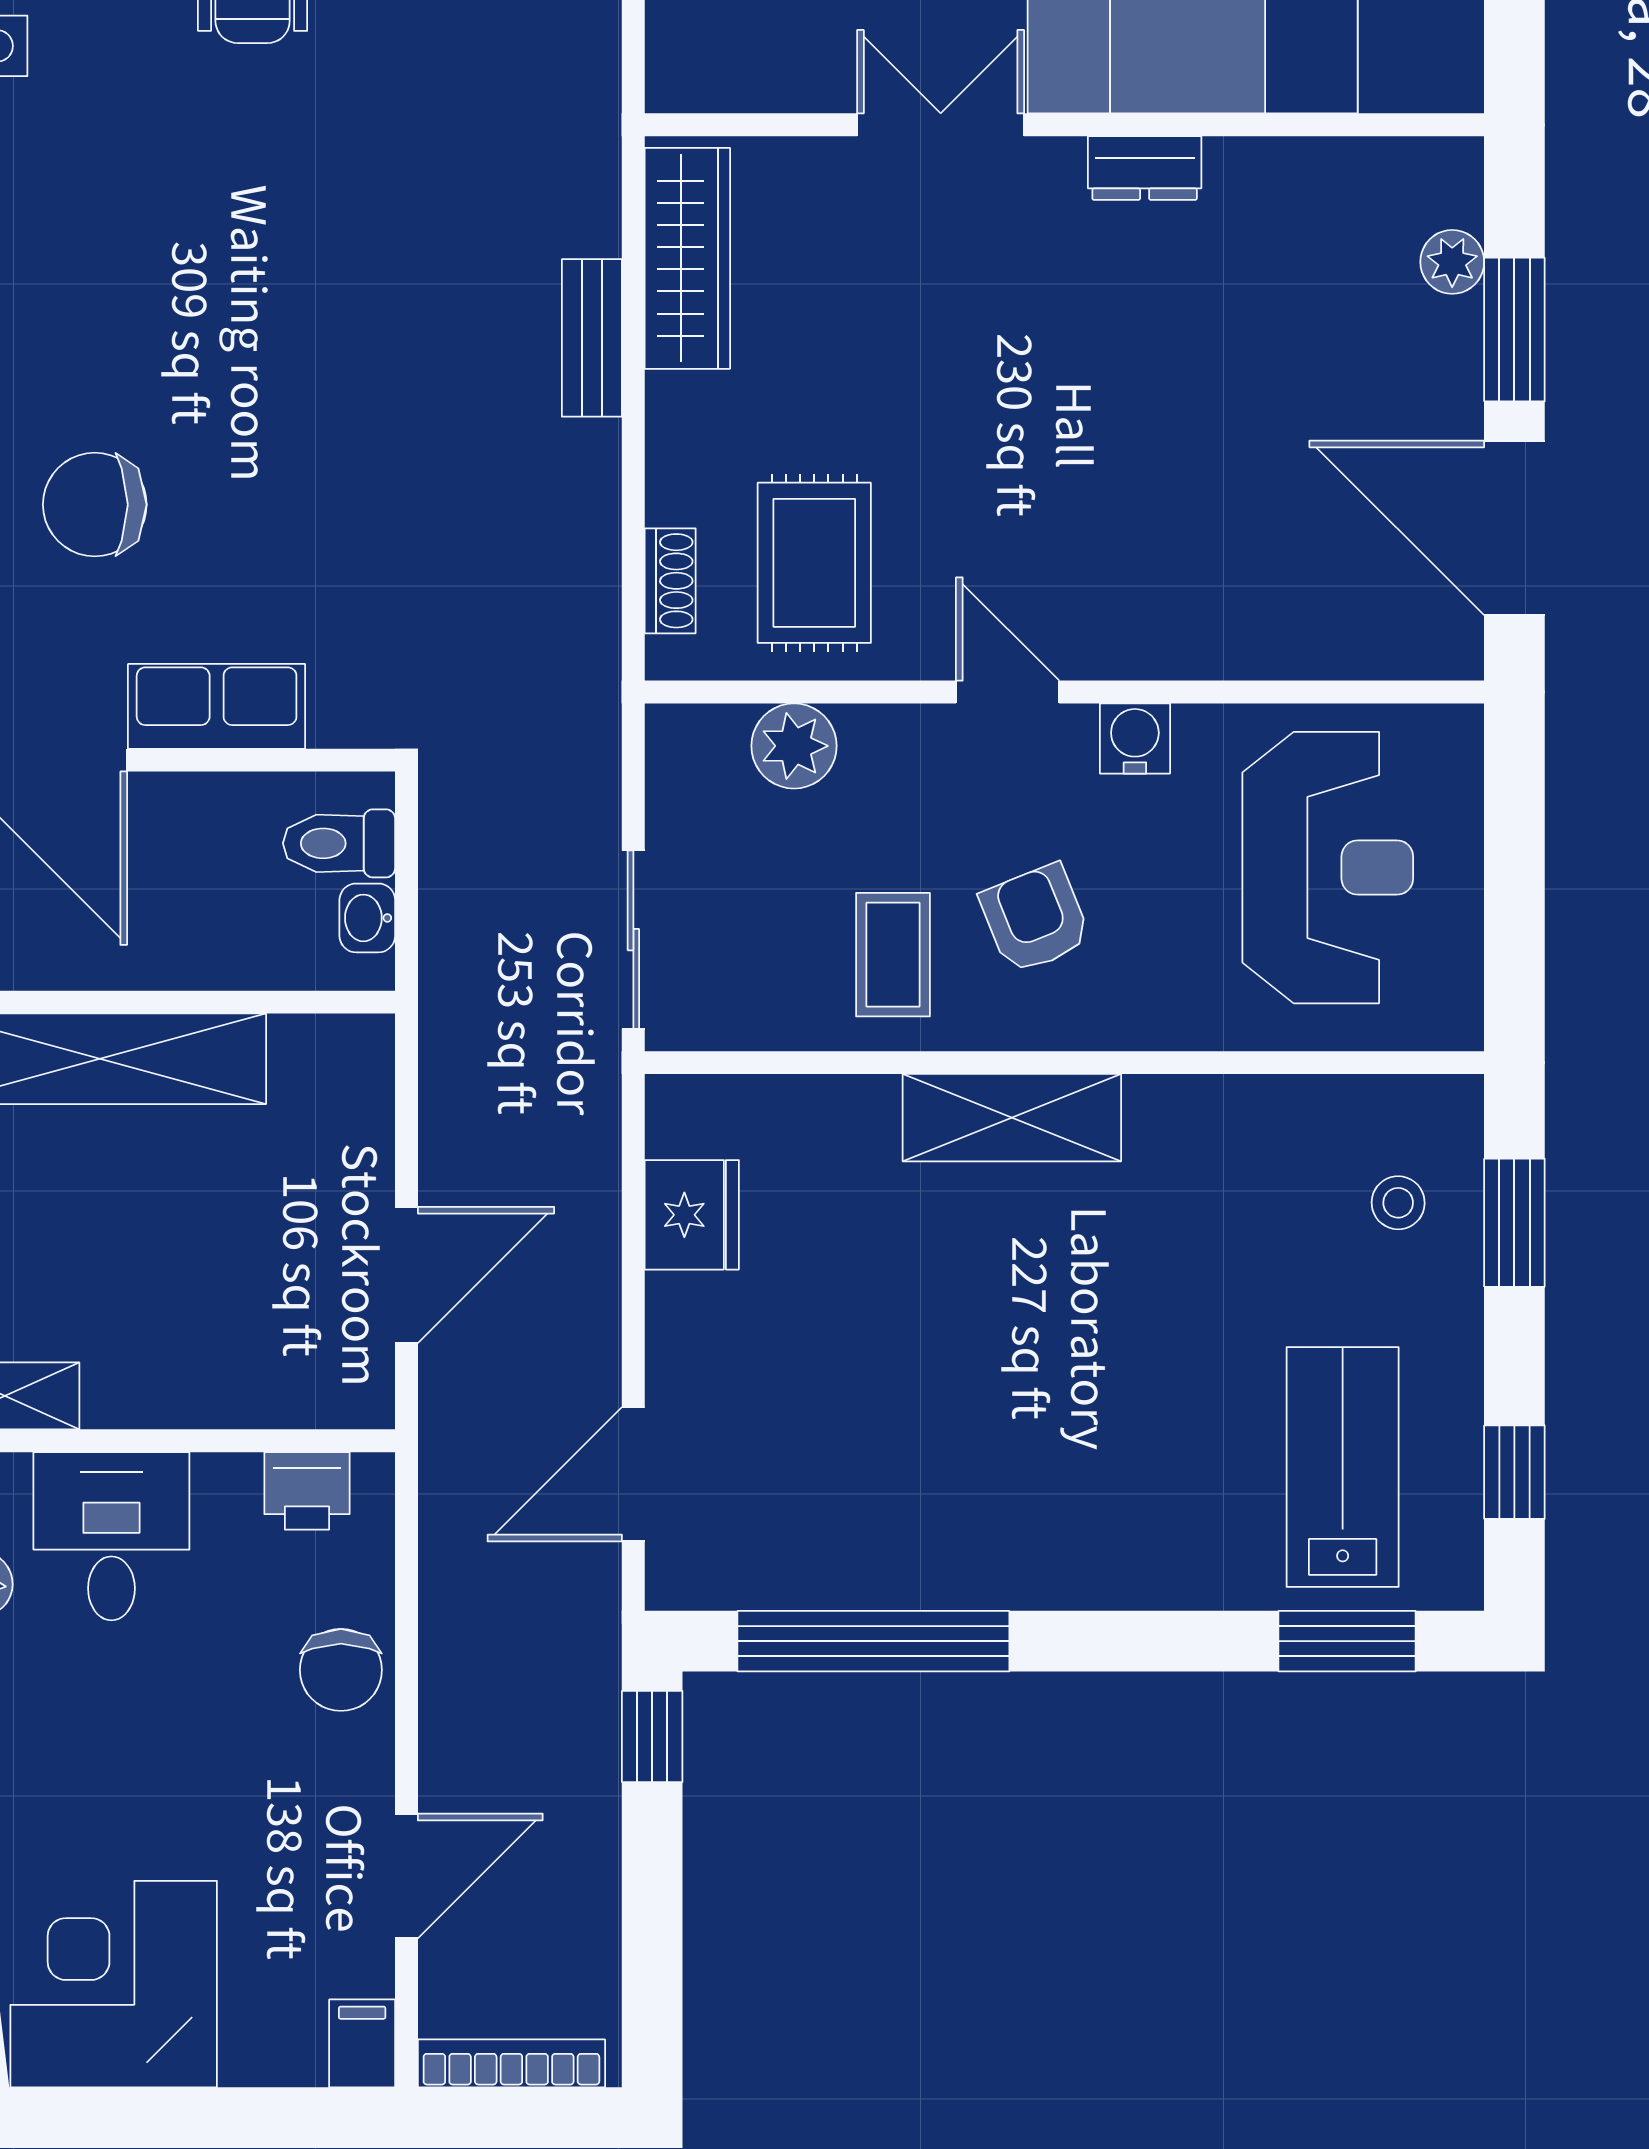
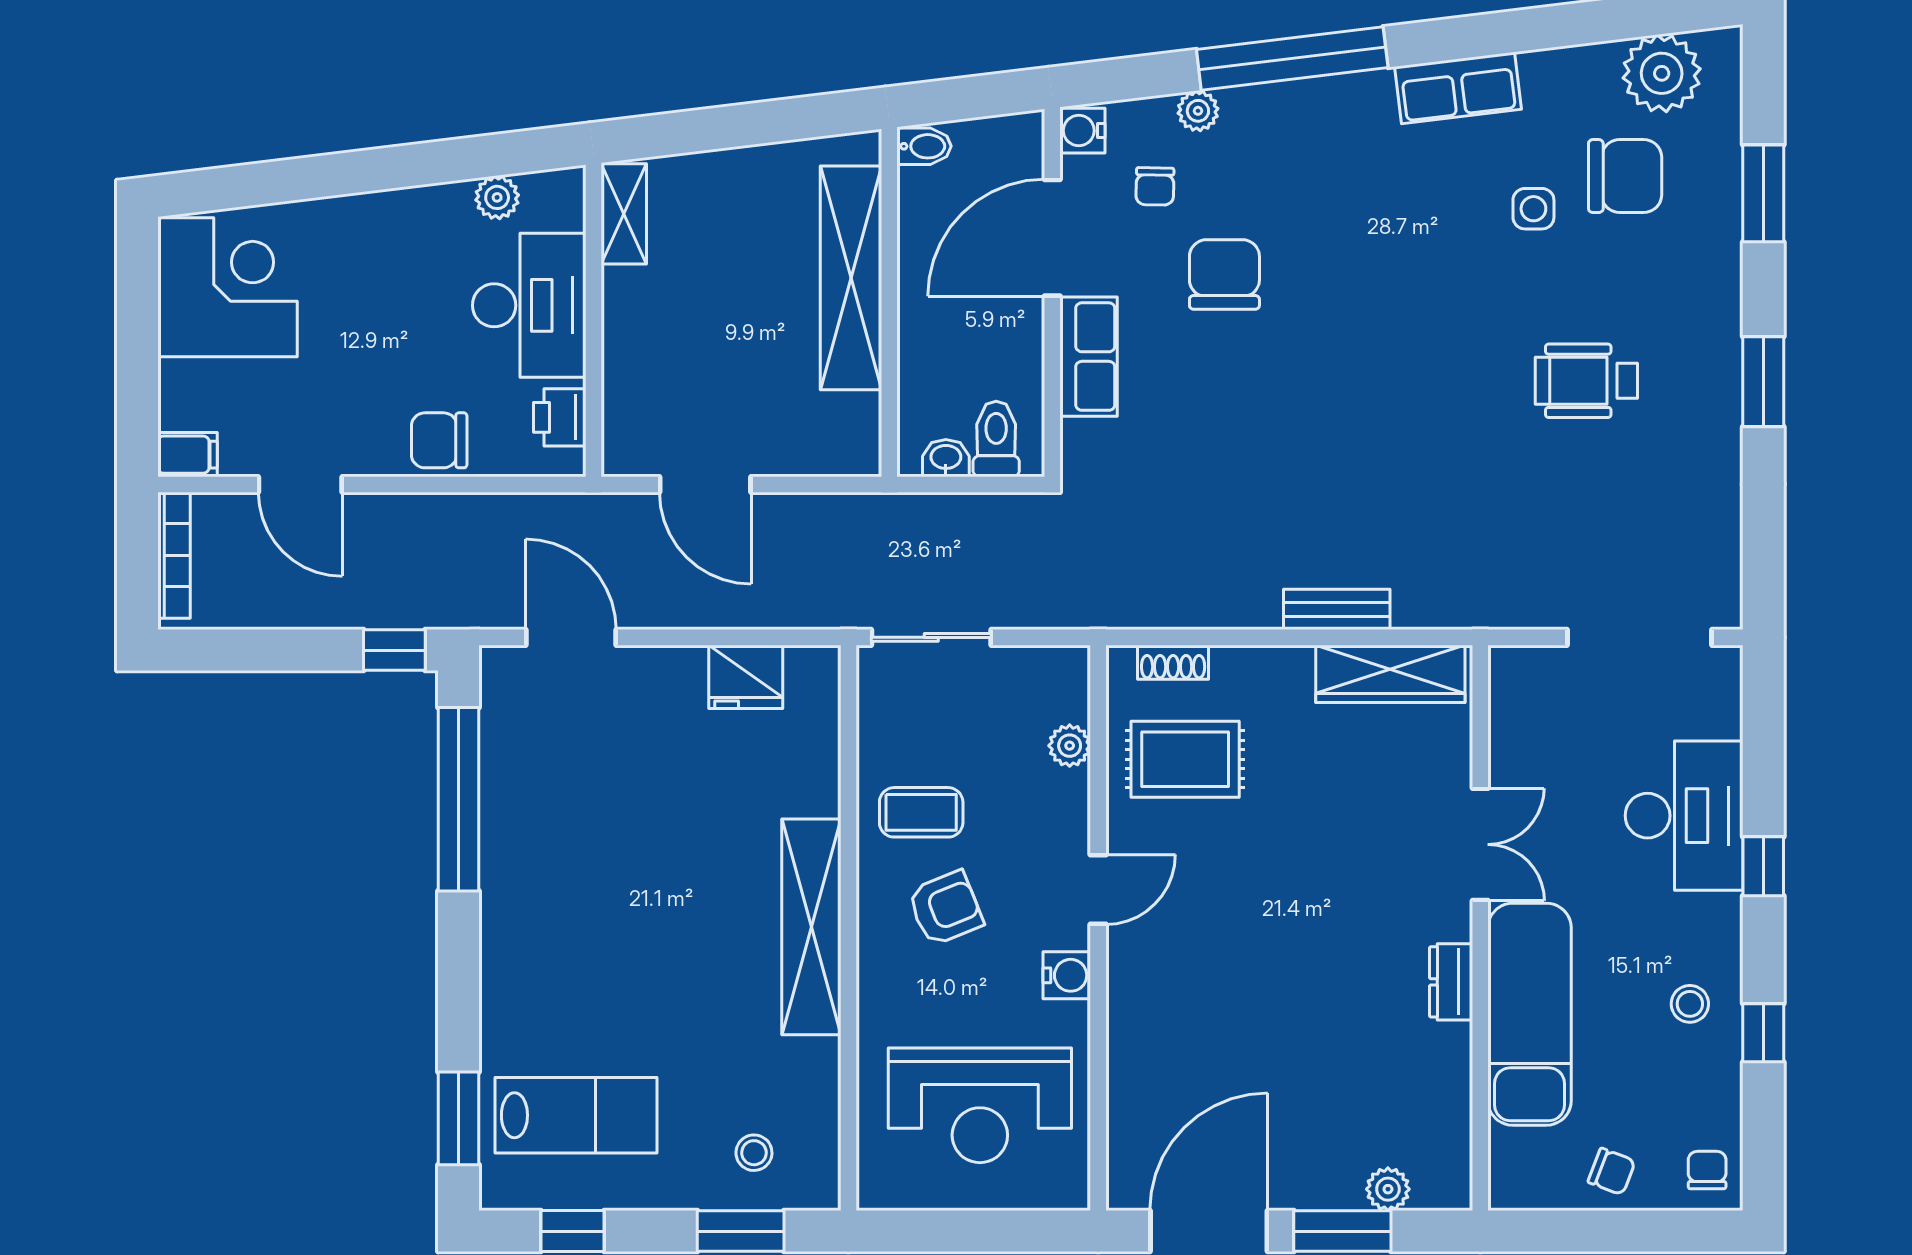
plant: (794, 746) -> (1070, 746), width x0.73, depth x0.73
shelving: (1012, 1118) -> (811, 927), width x1.47
desk: (111, 1536) -> (529, 305), width x1.37

